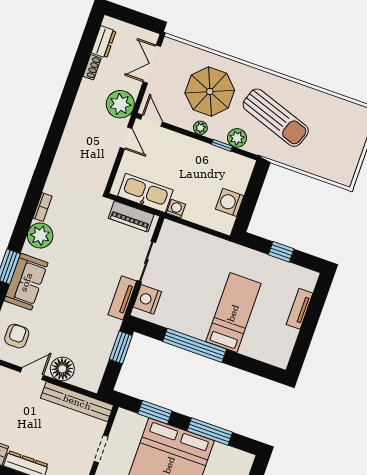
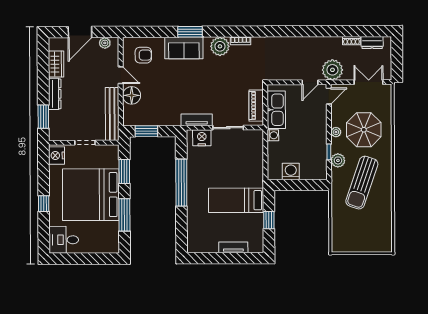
bed: (233, 313) -> (236, 200), moved, turned 180
window: (121, 347) -> (146, 131), moved

